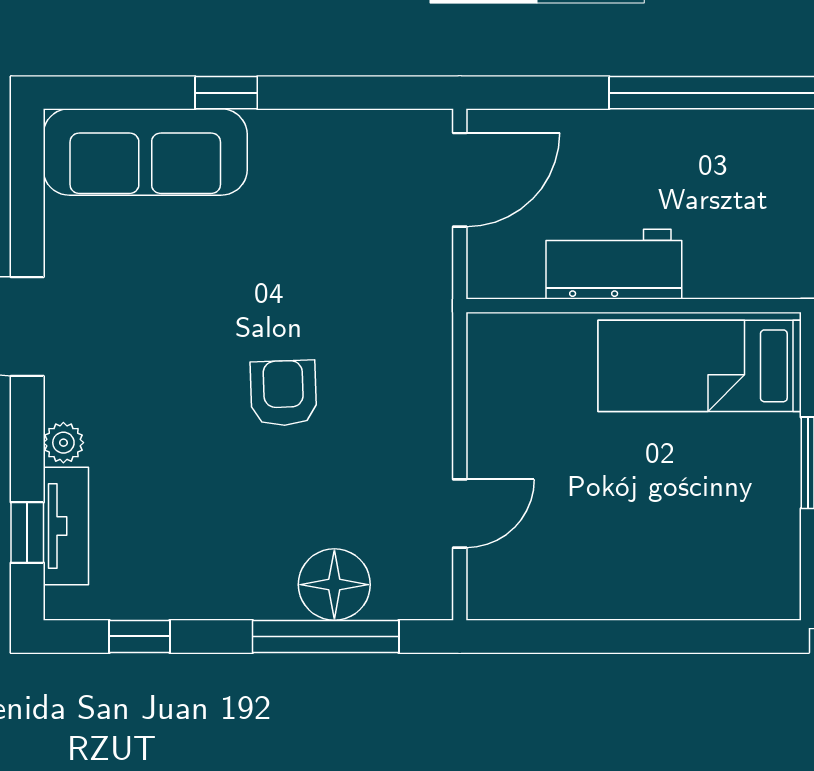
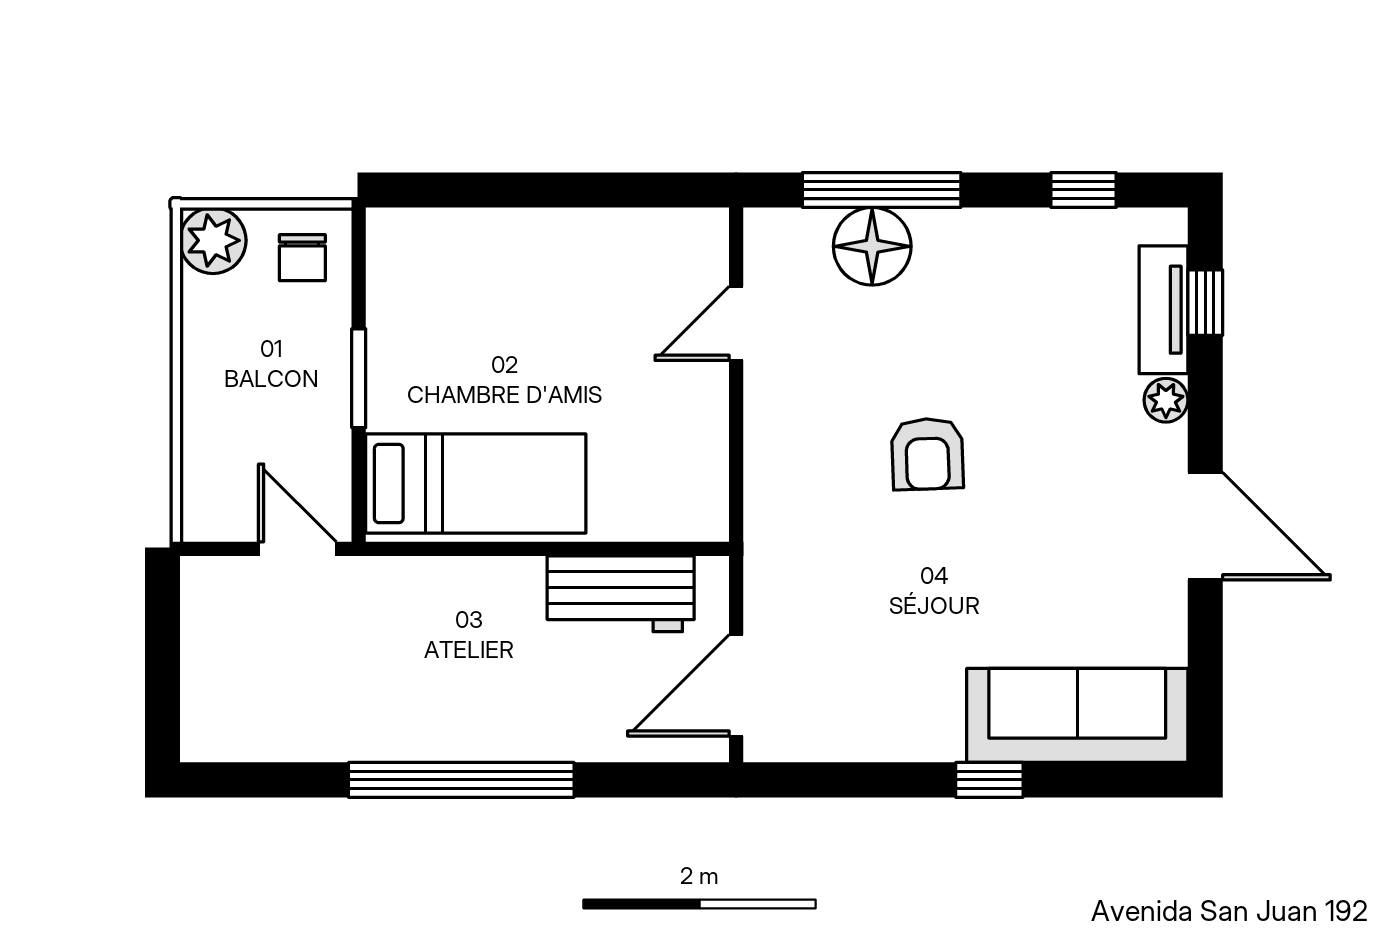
workbench: (614, 264) -> (621, 594), moved

